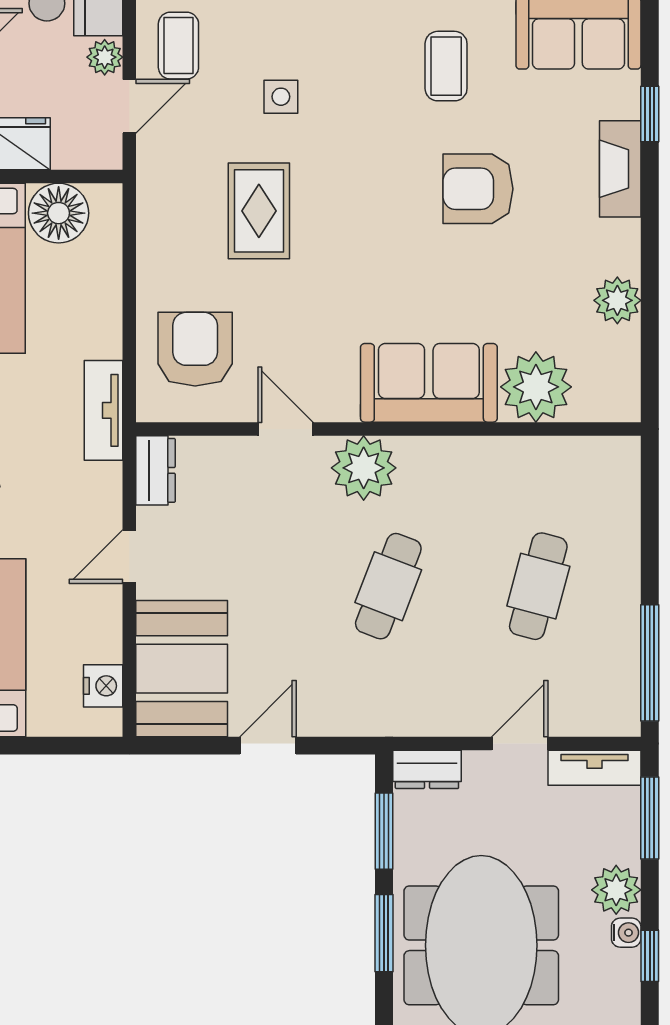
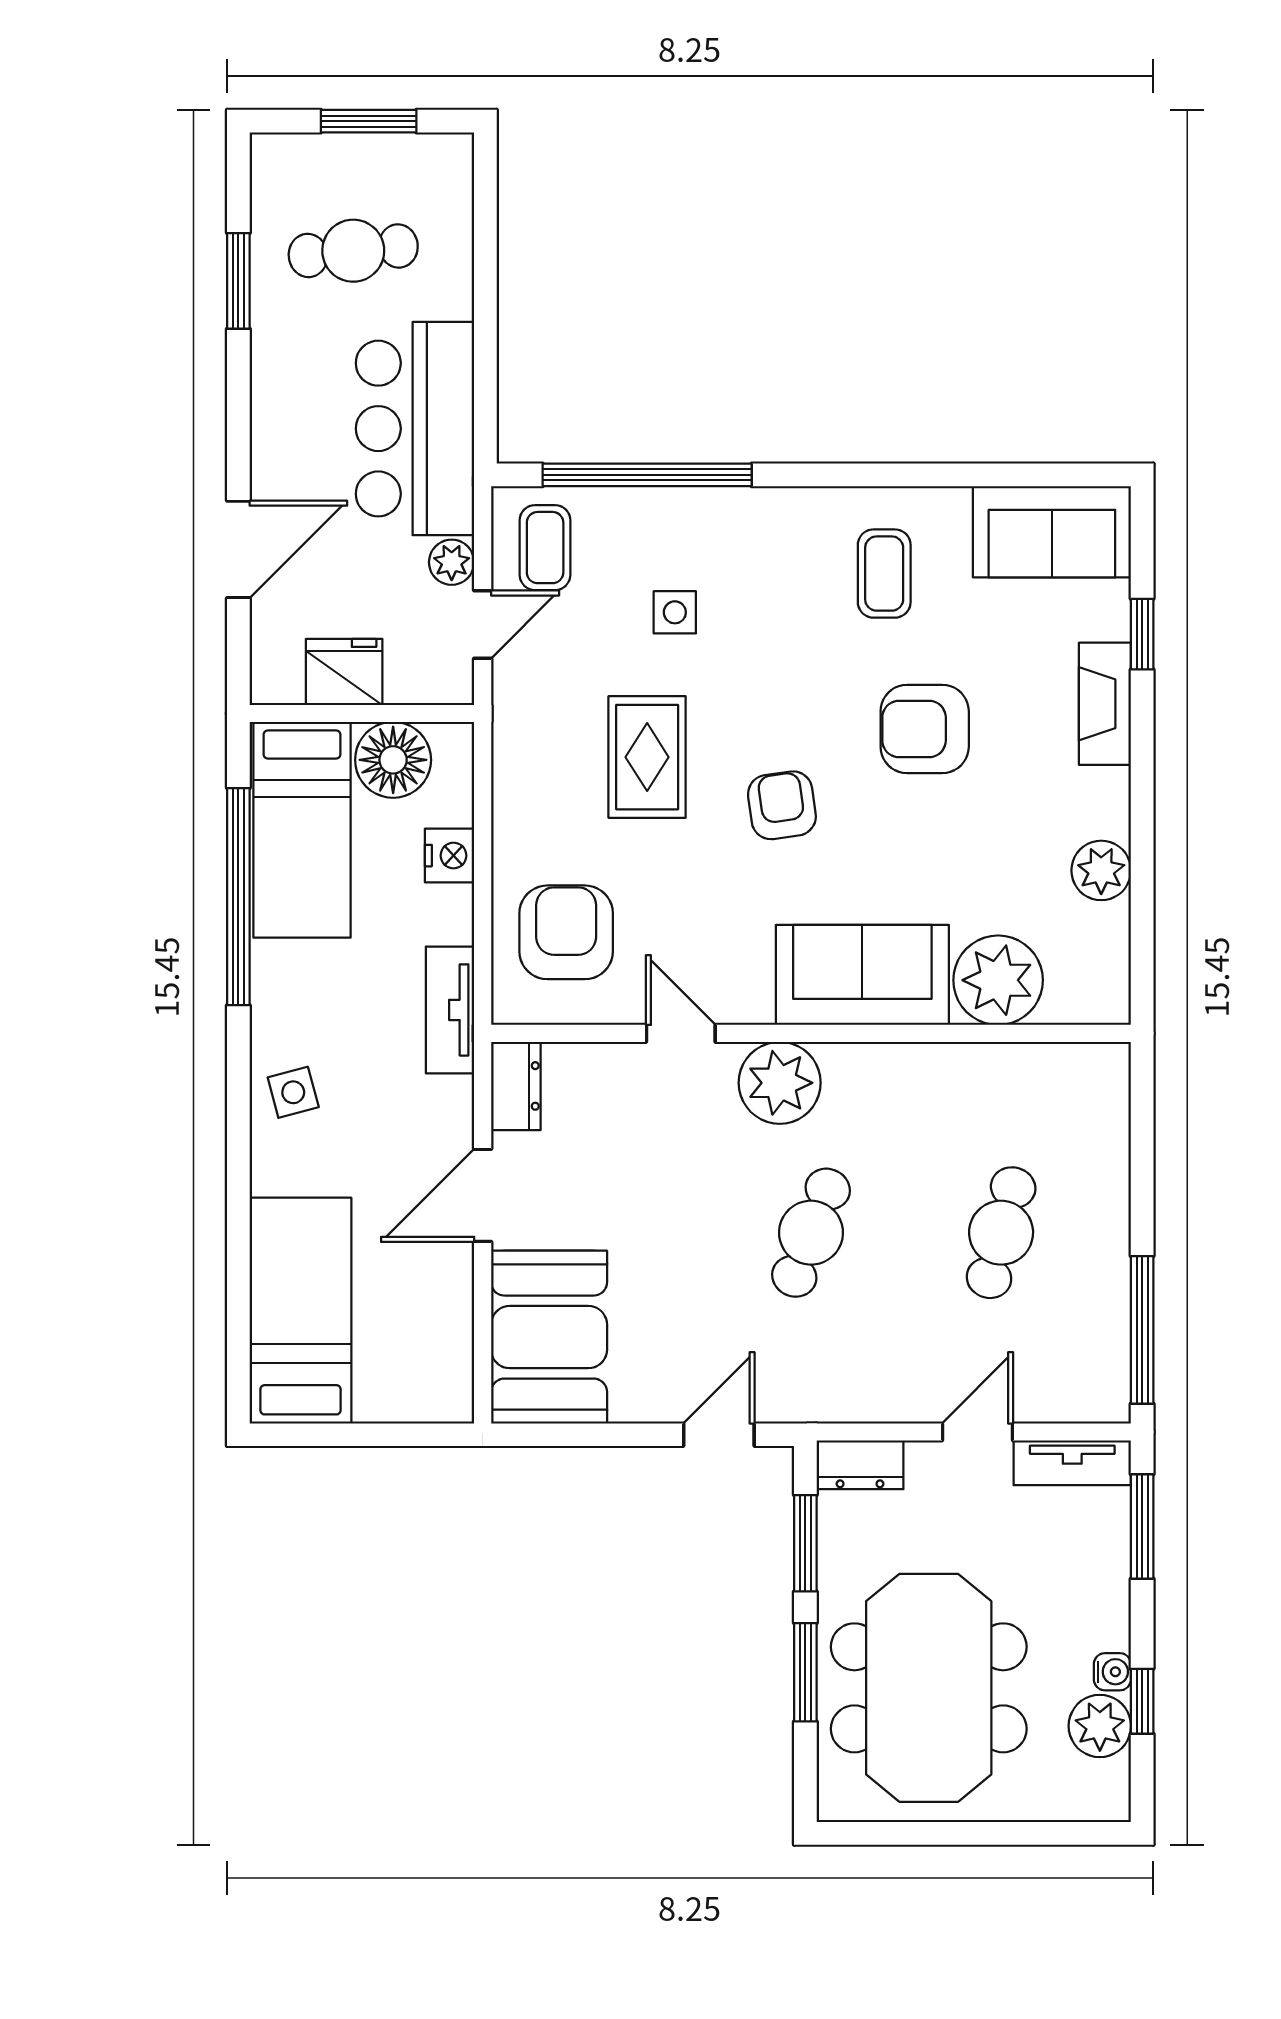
armchair: (365, 249) -> (782, 805), added
door: (129, 557) -> (483, 1195), width x1.38
nightstand: (103, 686) -> (450, 856), moved
door: (268, 746) -> (719, 1435), moved
plant: (616, 890) -> (1100, 1726), moved

